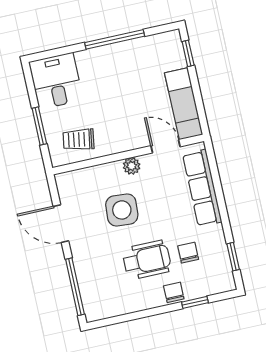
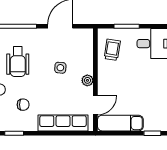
side table: (122, 210) -> (60, 68), width x0.54, depth x0.54
wheelchair: (147, 260) -> (18, 62), moved

